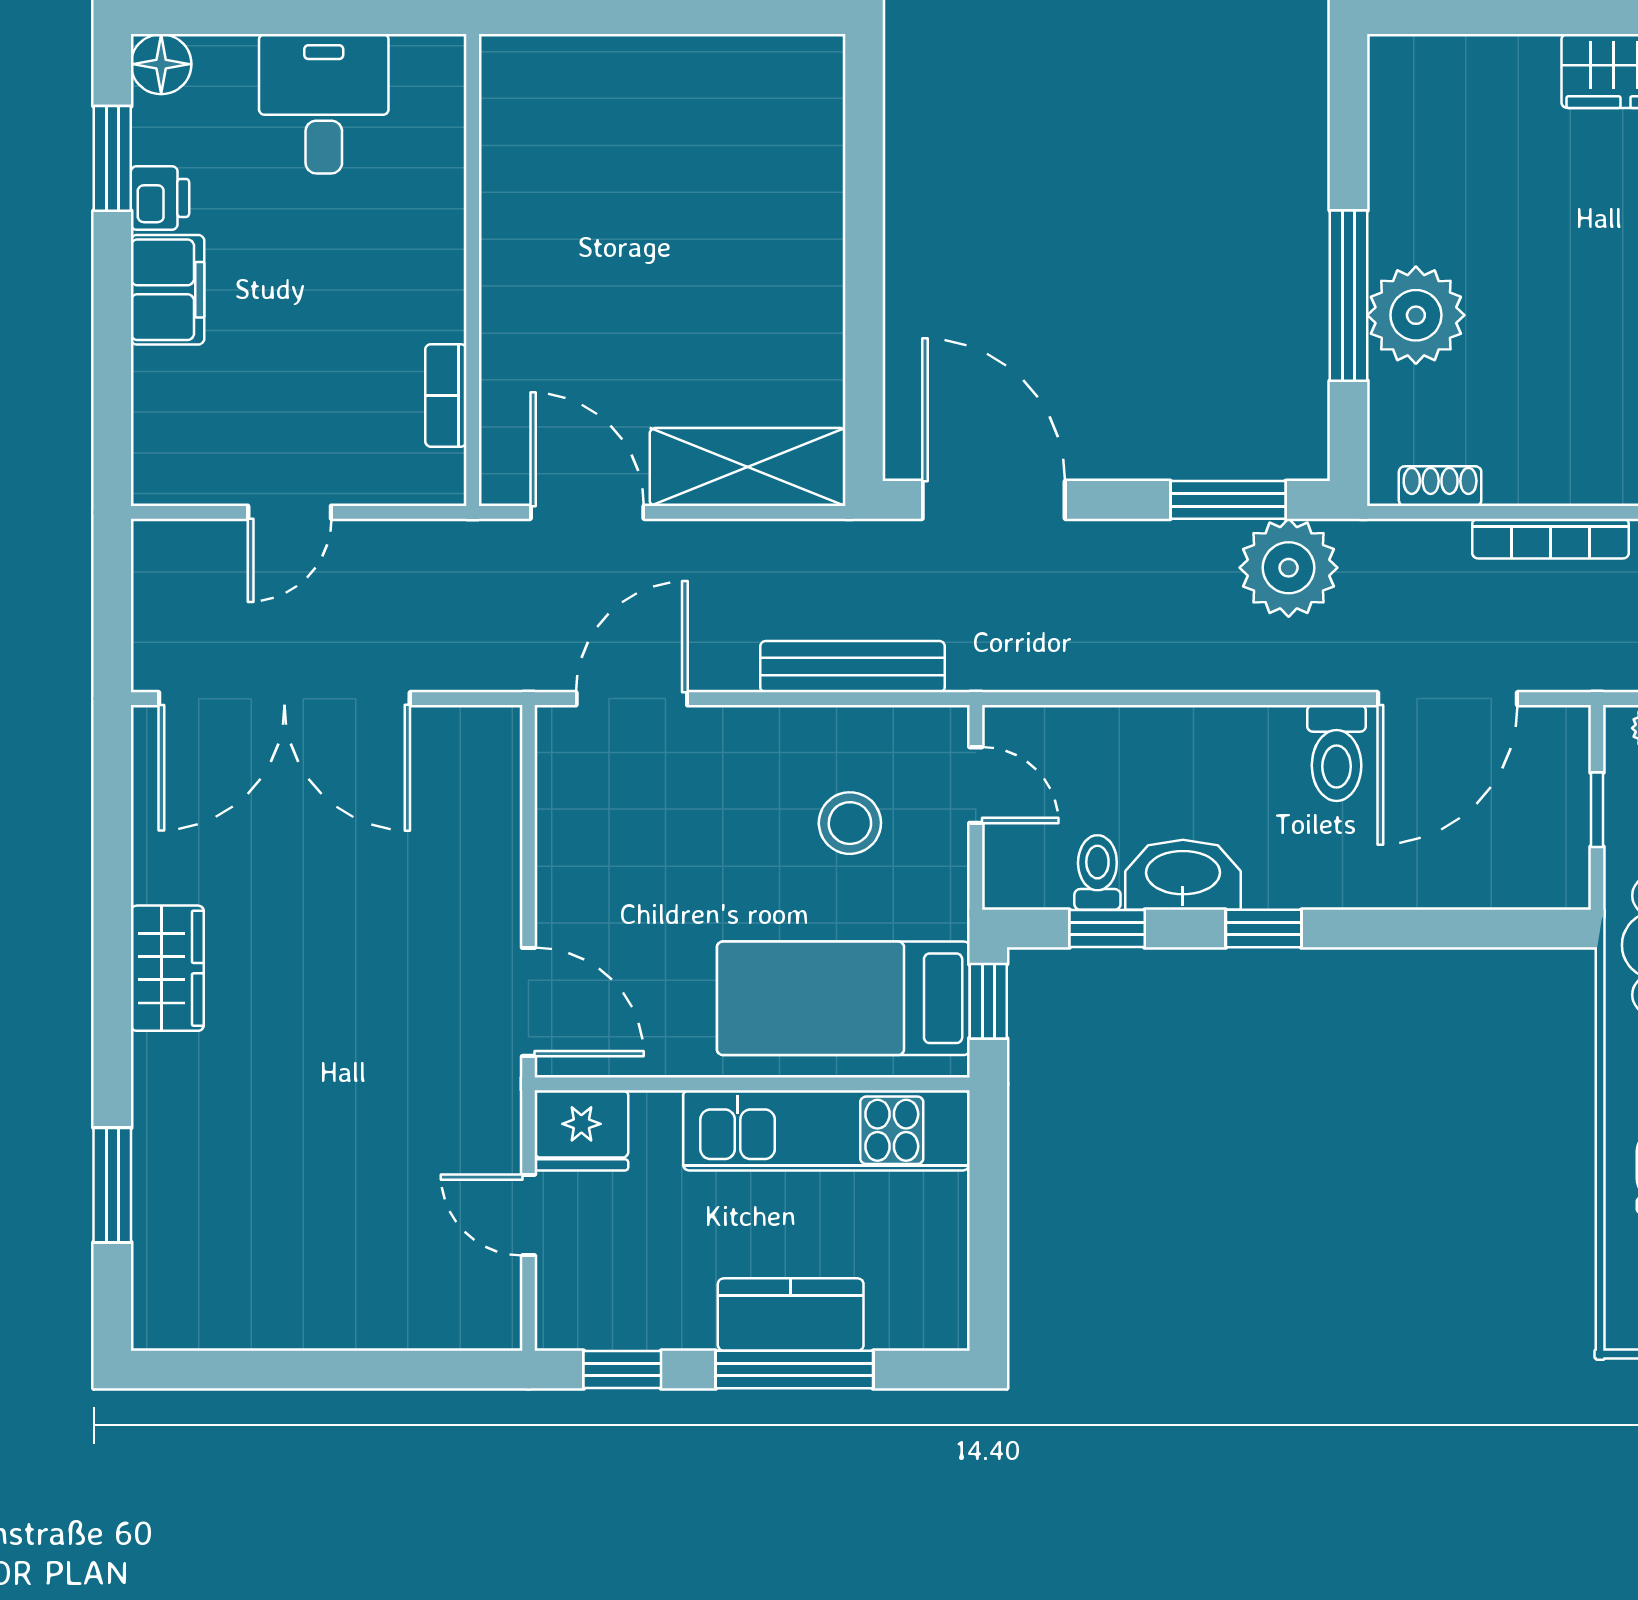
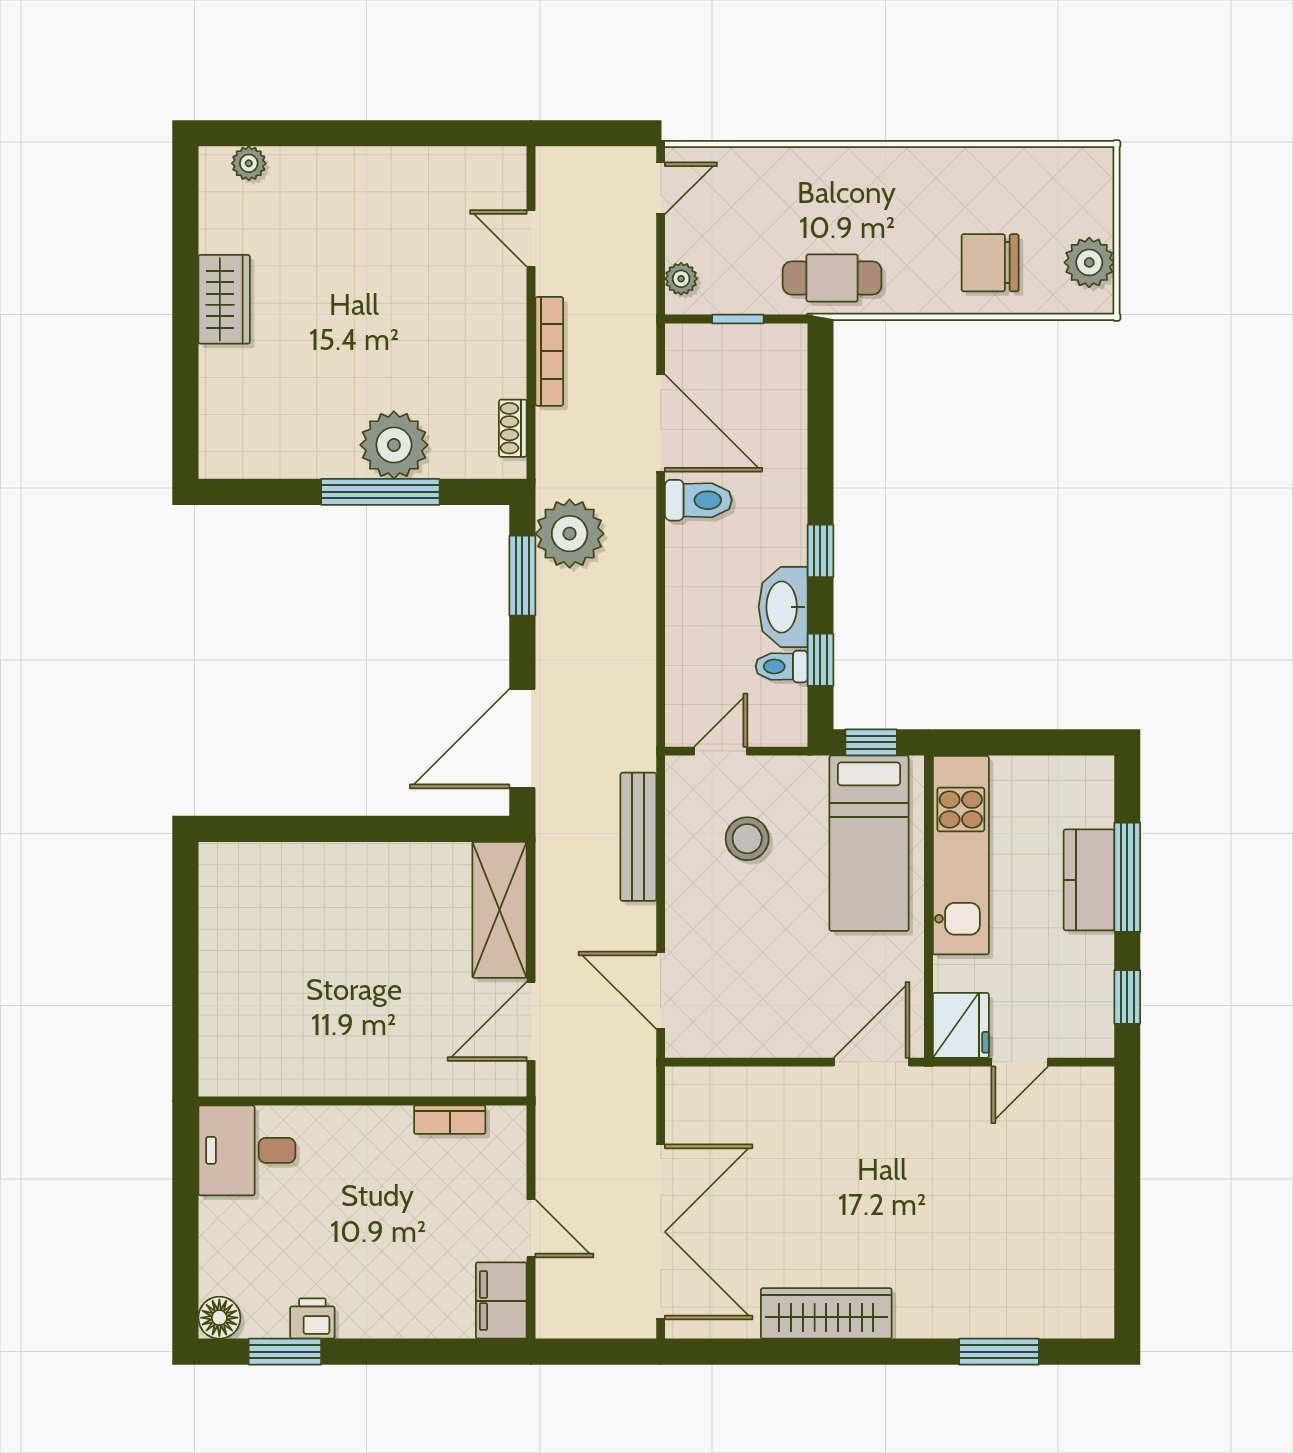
desk: (324, 104) -> (247, 1150), moved
filing cabinet: (168, 290) -> (501, 1301), moved, turned -90
wardrobe: (167, 968) -> (826, 1313), width x1.50

